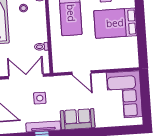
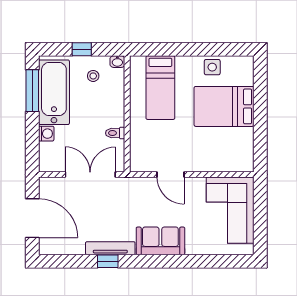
side table: (40, 98) -> (108, 207), removed

